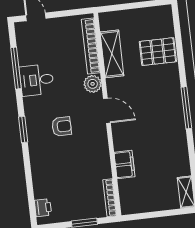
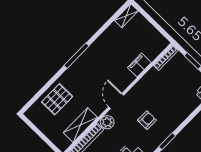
pallet: (158, 52) -> (57, 99), turned 90
armchair: (62, 126) -> (147, 120), turned 90

